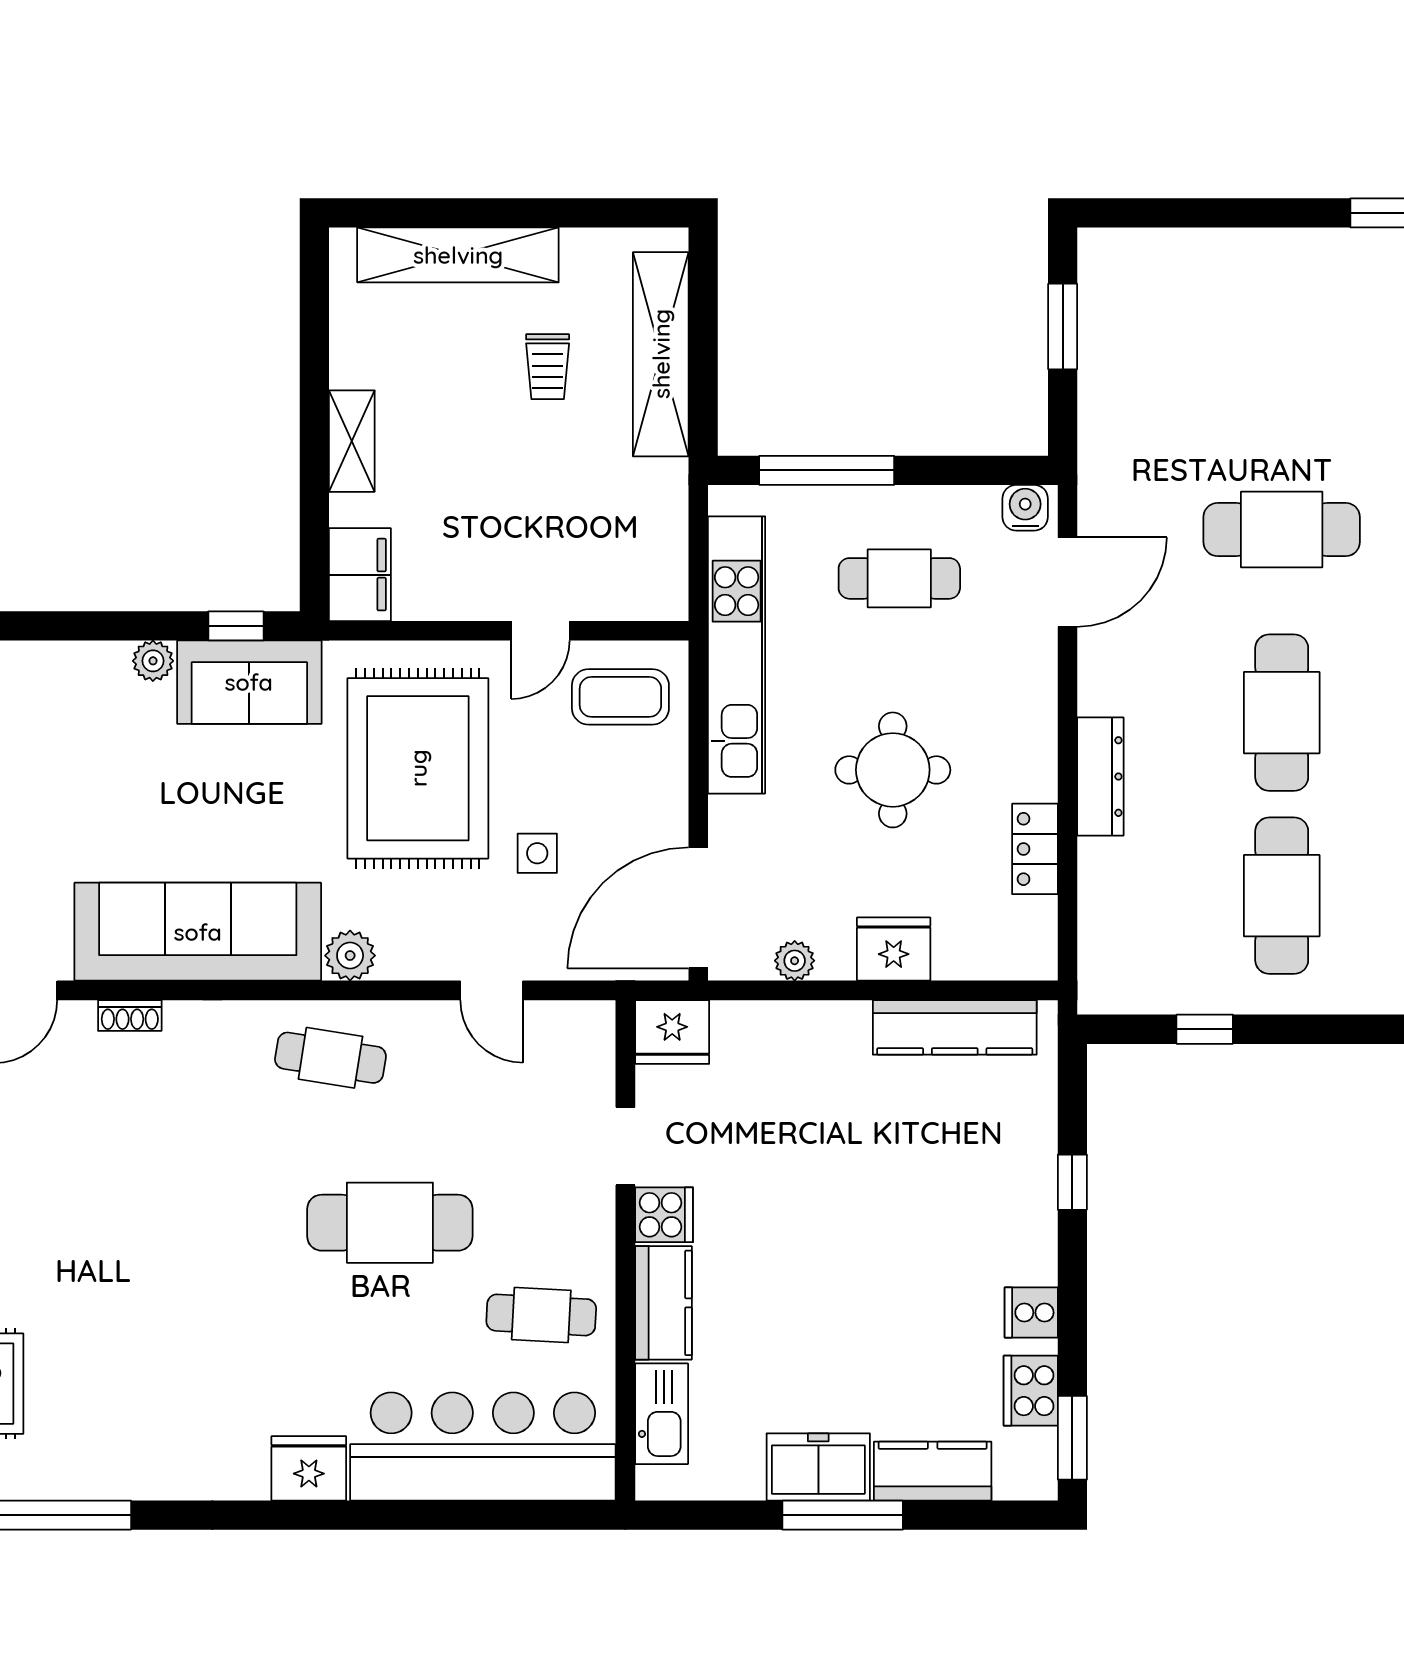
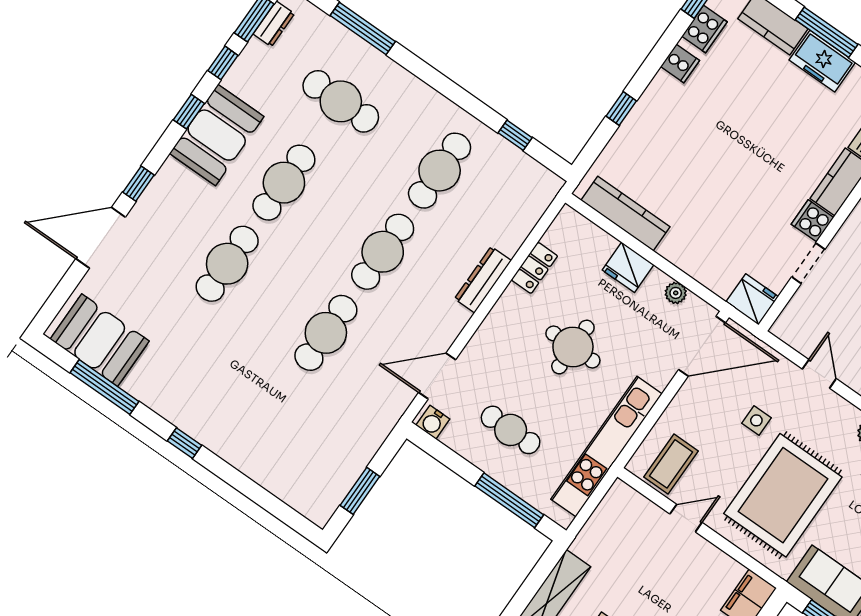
cafe table: (1282, 530) -> (326, 333), turned 90
coffee table: (620, 697) -> (671, 464), turned 90

